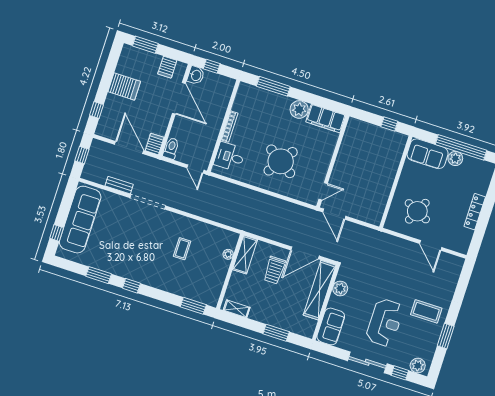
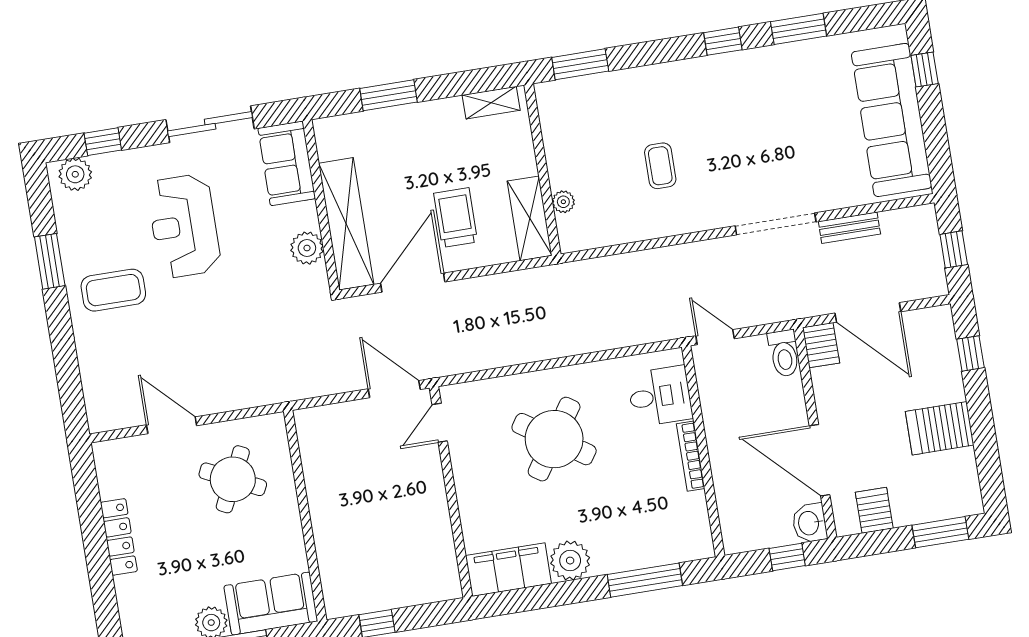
sliding door: (367, 362) -> (210, 124), moved

